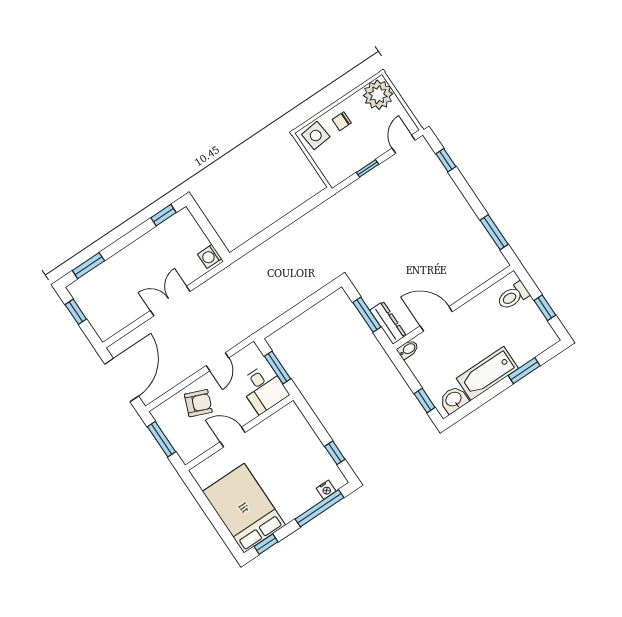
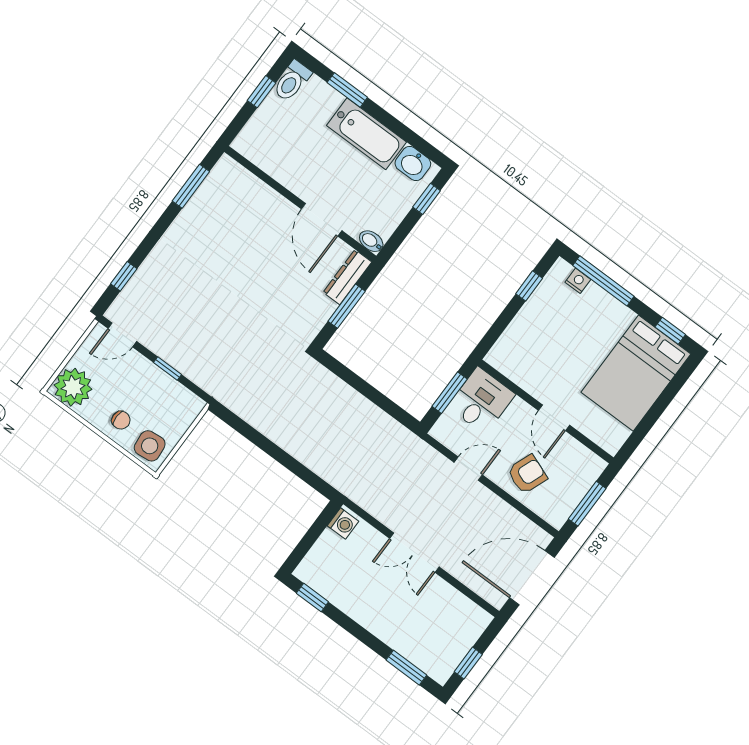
toilet: (513, 296) -> (292, 81), moved, turned 90
armchair: (198, 403) -> (527, 474), turned 89

